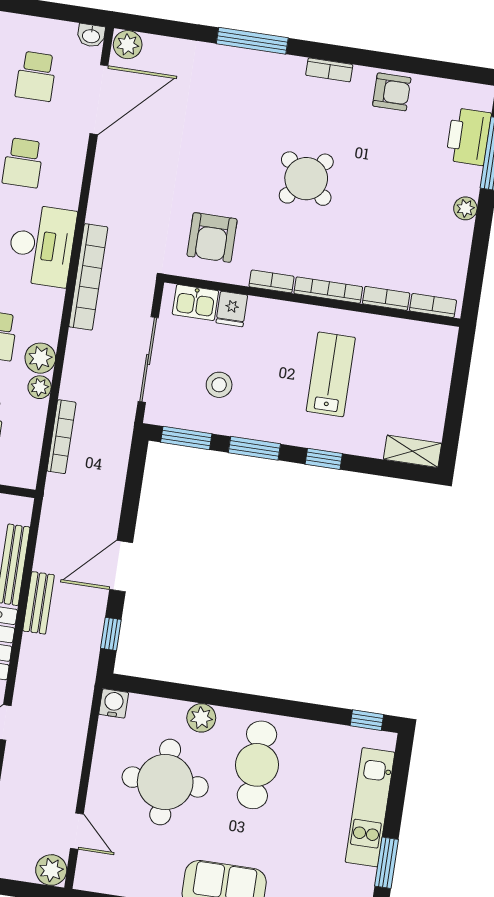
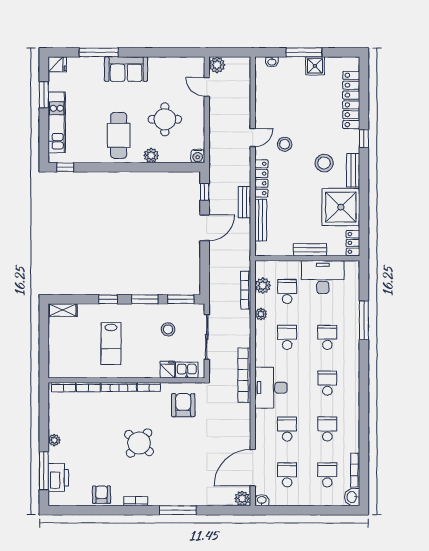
armchair: (392, 92) -> (102, 495), turned 90
plant: (40, 358) -> (263, 286), moved
round table: (165, 782) -> (165, 119), width x0.73, depth x0.73

